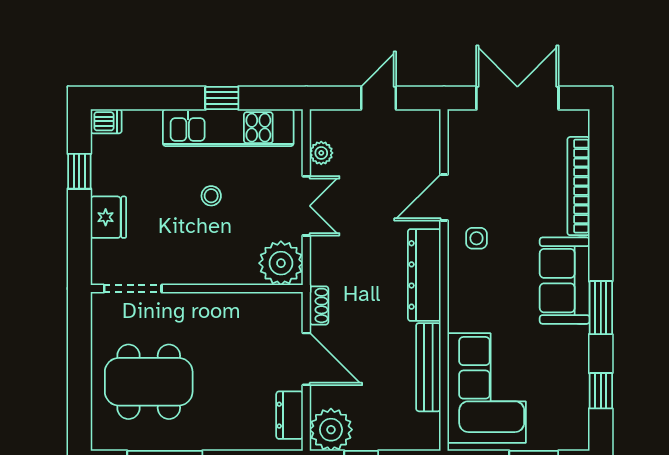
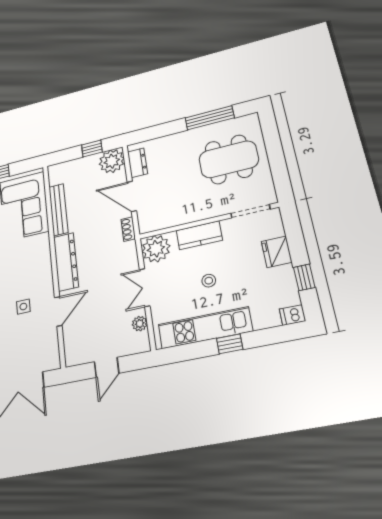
window: (222, 98) -> (230, 344), moved
side table: (476, 238) -> (23, 307), moved
kitchen counter: (213, 269) -> (199, 235), added

